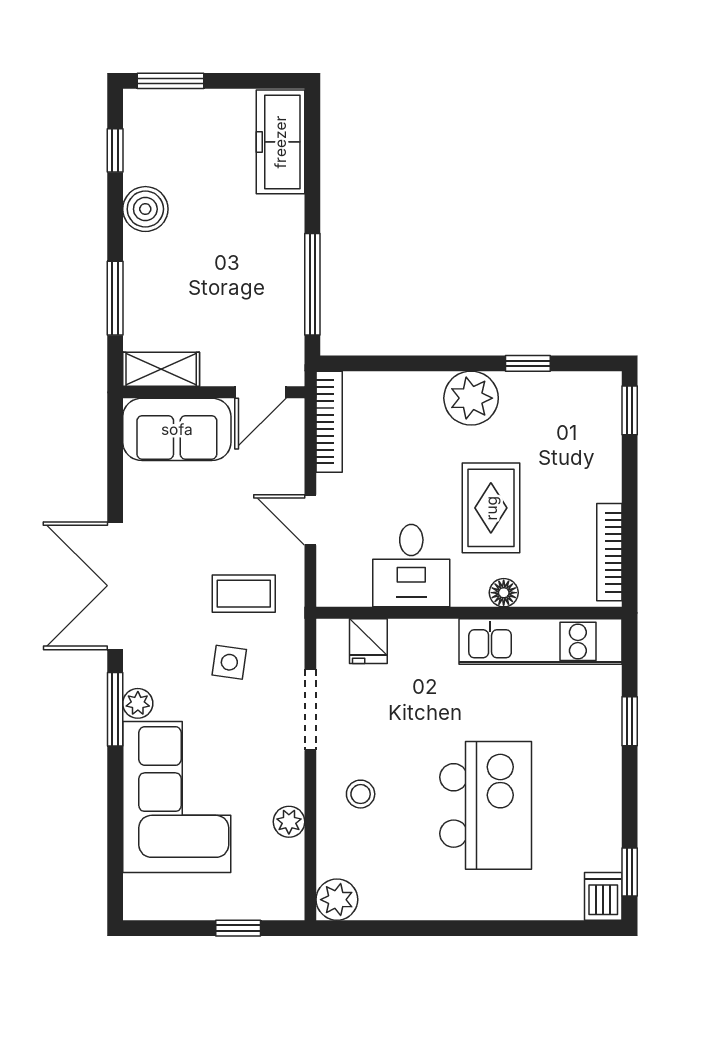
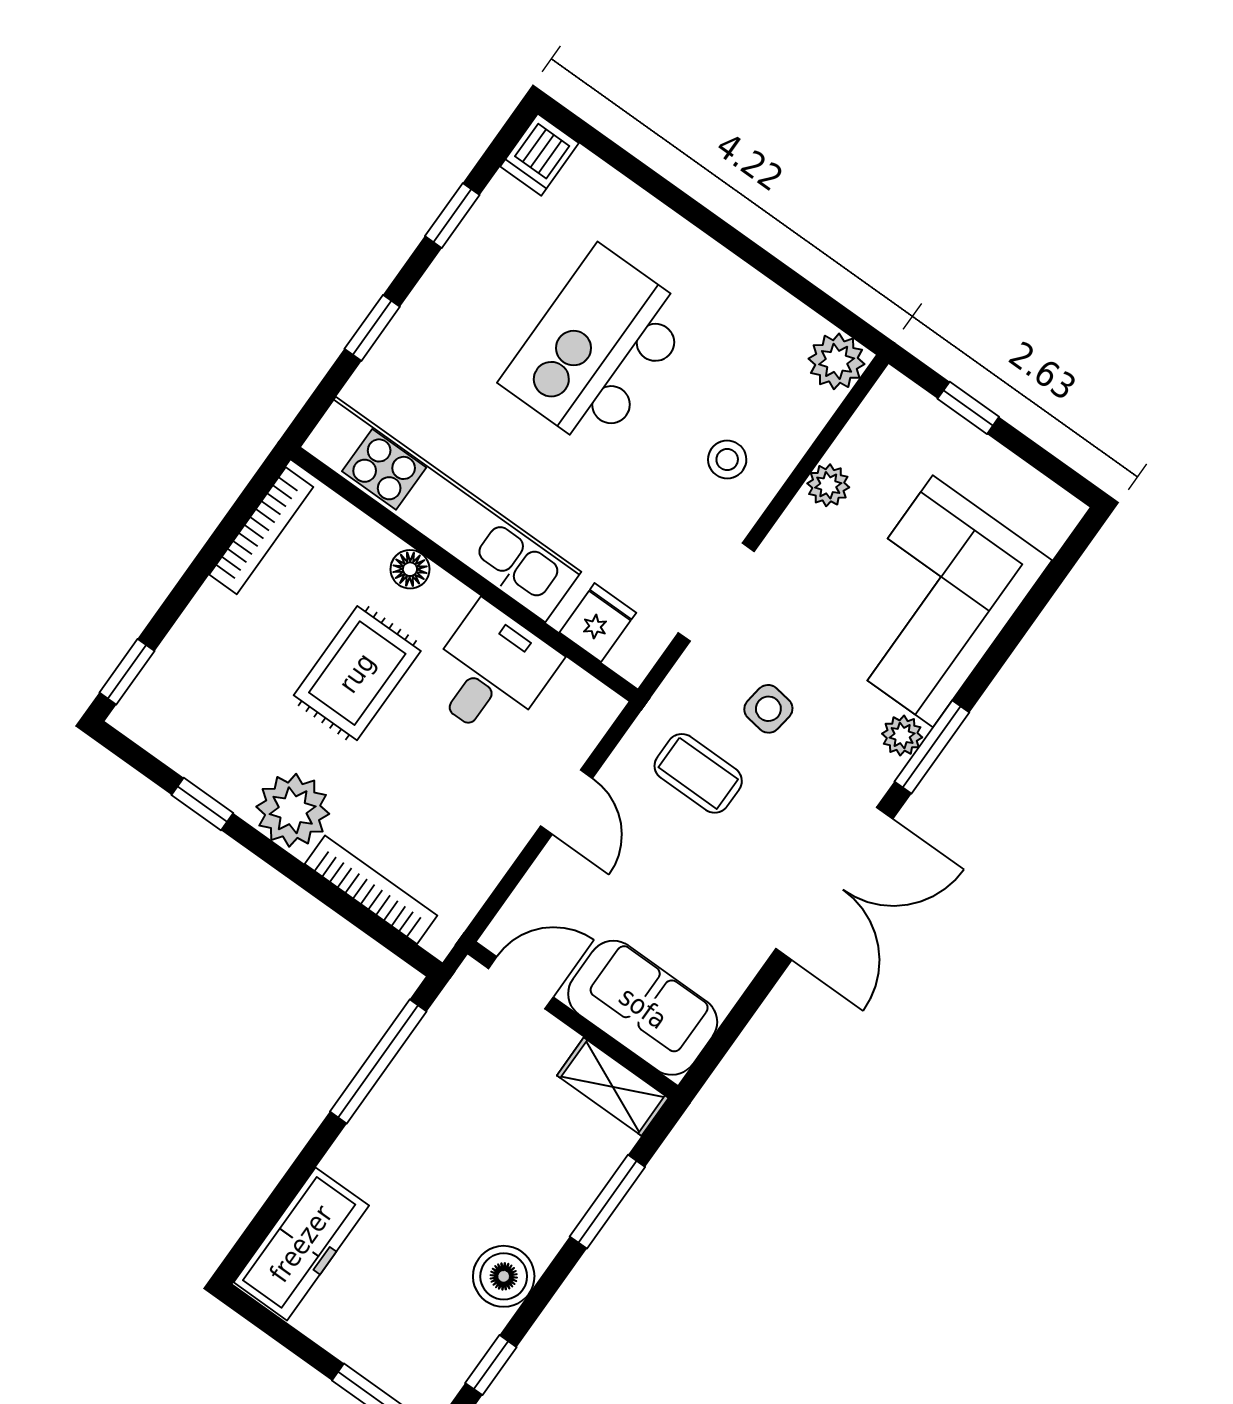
bookcase: (329, 422) -> (371, 890), moved, turned 90
kitchen unit: (540, 641) -> (441, 510), width x1.36
window: (630, 872) -> (452, 216), moved

